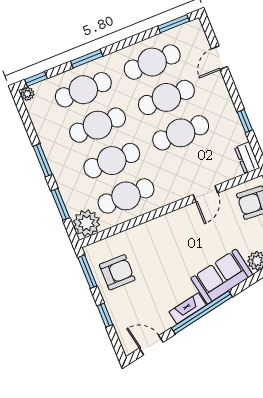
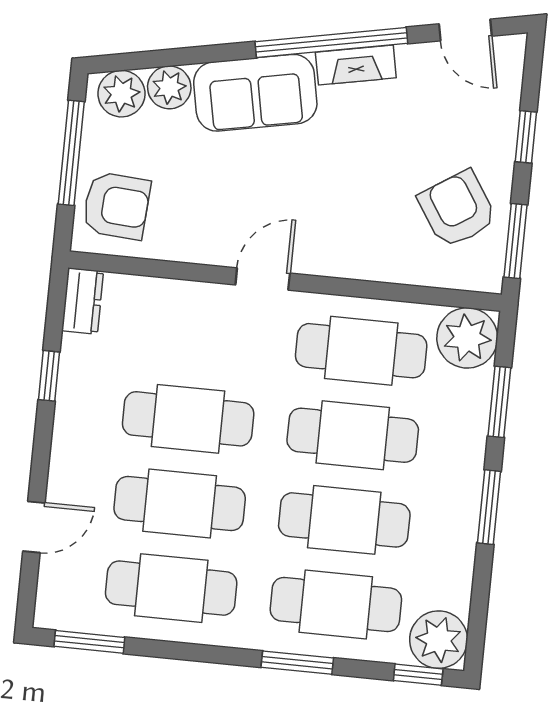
plant: (27, 94) -> (439, 640), width x1.87, depth x1.87
door: (205, 194) -> (263, 279), moved
armchair: (117, 272) -> (457, 209), turned 57

